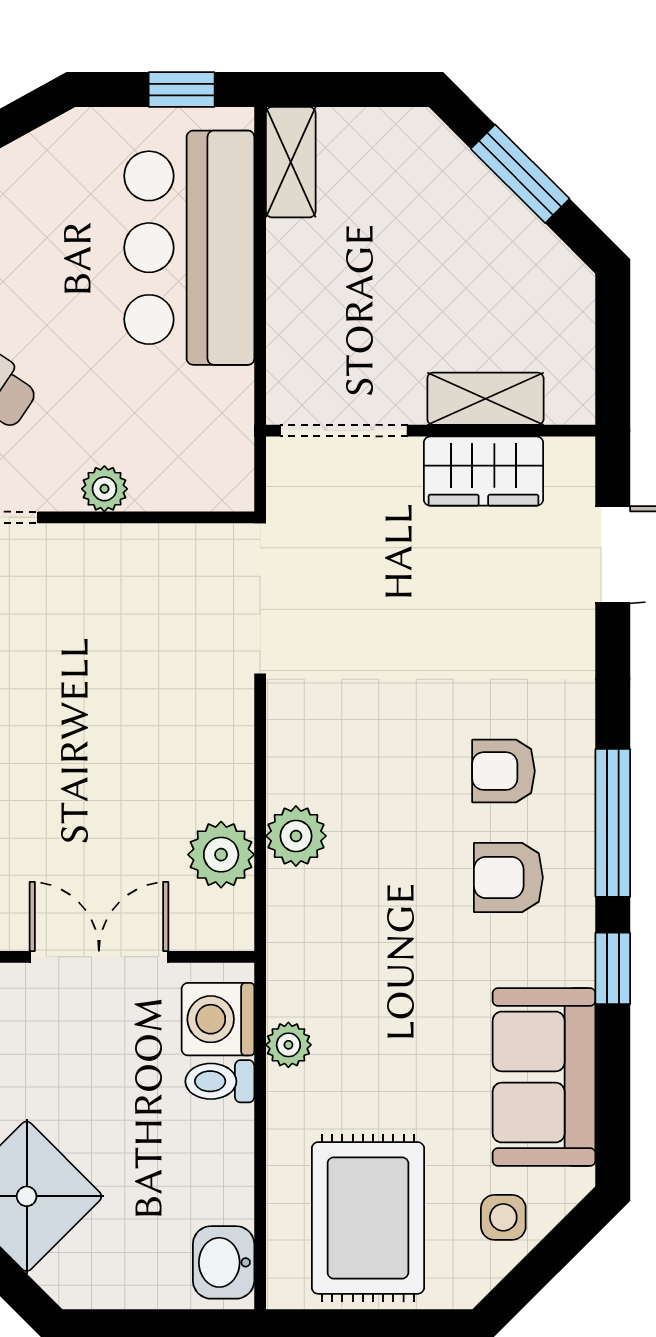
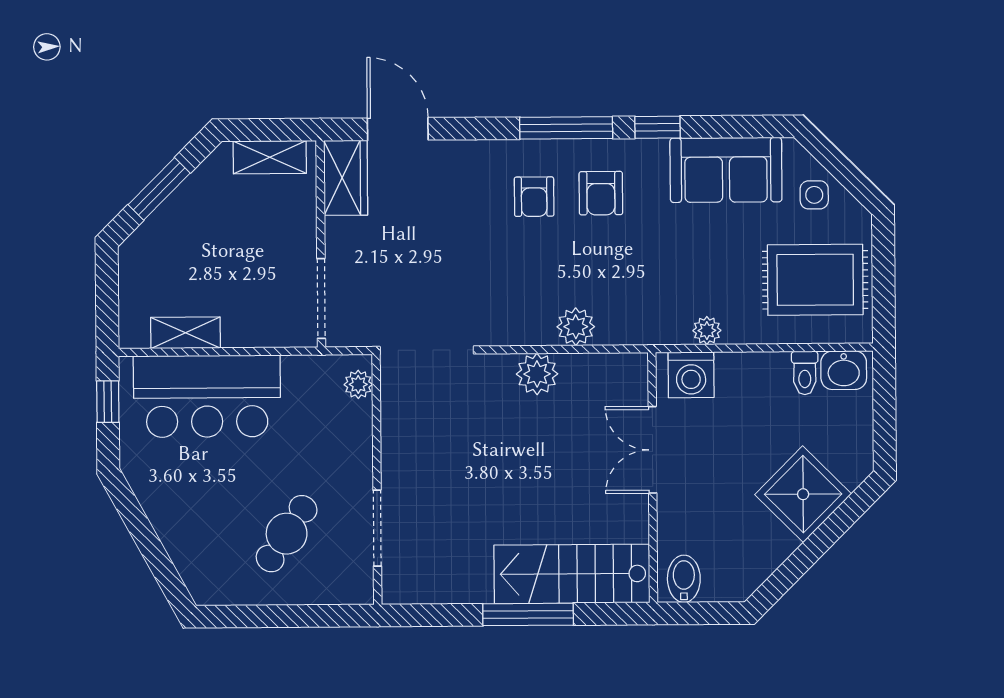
shelving: (291, 162) -> (185, 333), moved
shelving: (485, 399) -> (270, 157), moved, turned 90
wardrobe: (483, 471) -> (346, 178), moved
plant: (104, 489) -> (358, 384), moved
plant: (221, 855) -> (537, 374), moved
toilet: (220, 1081) -> (805, 373), moved

